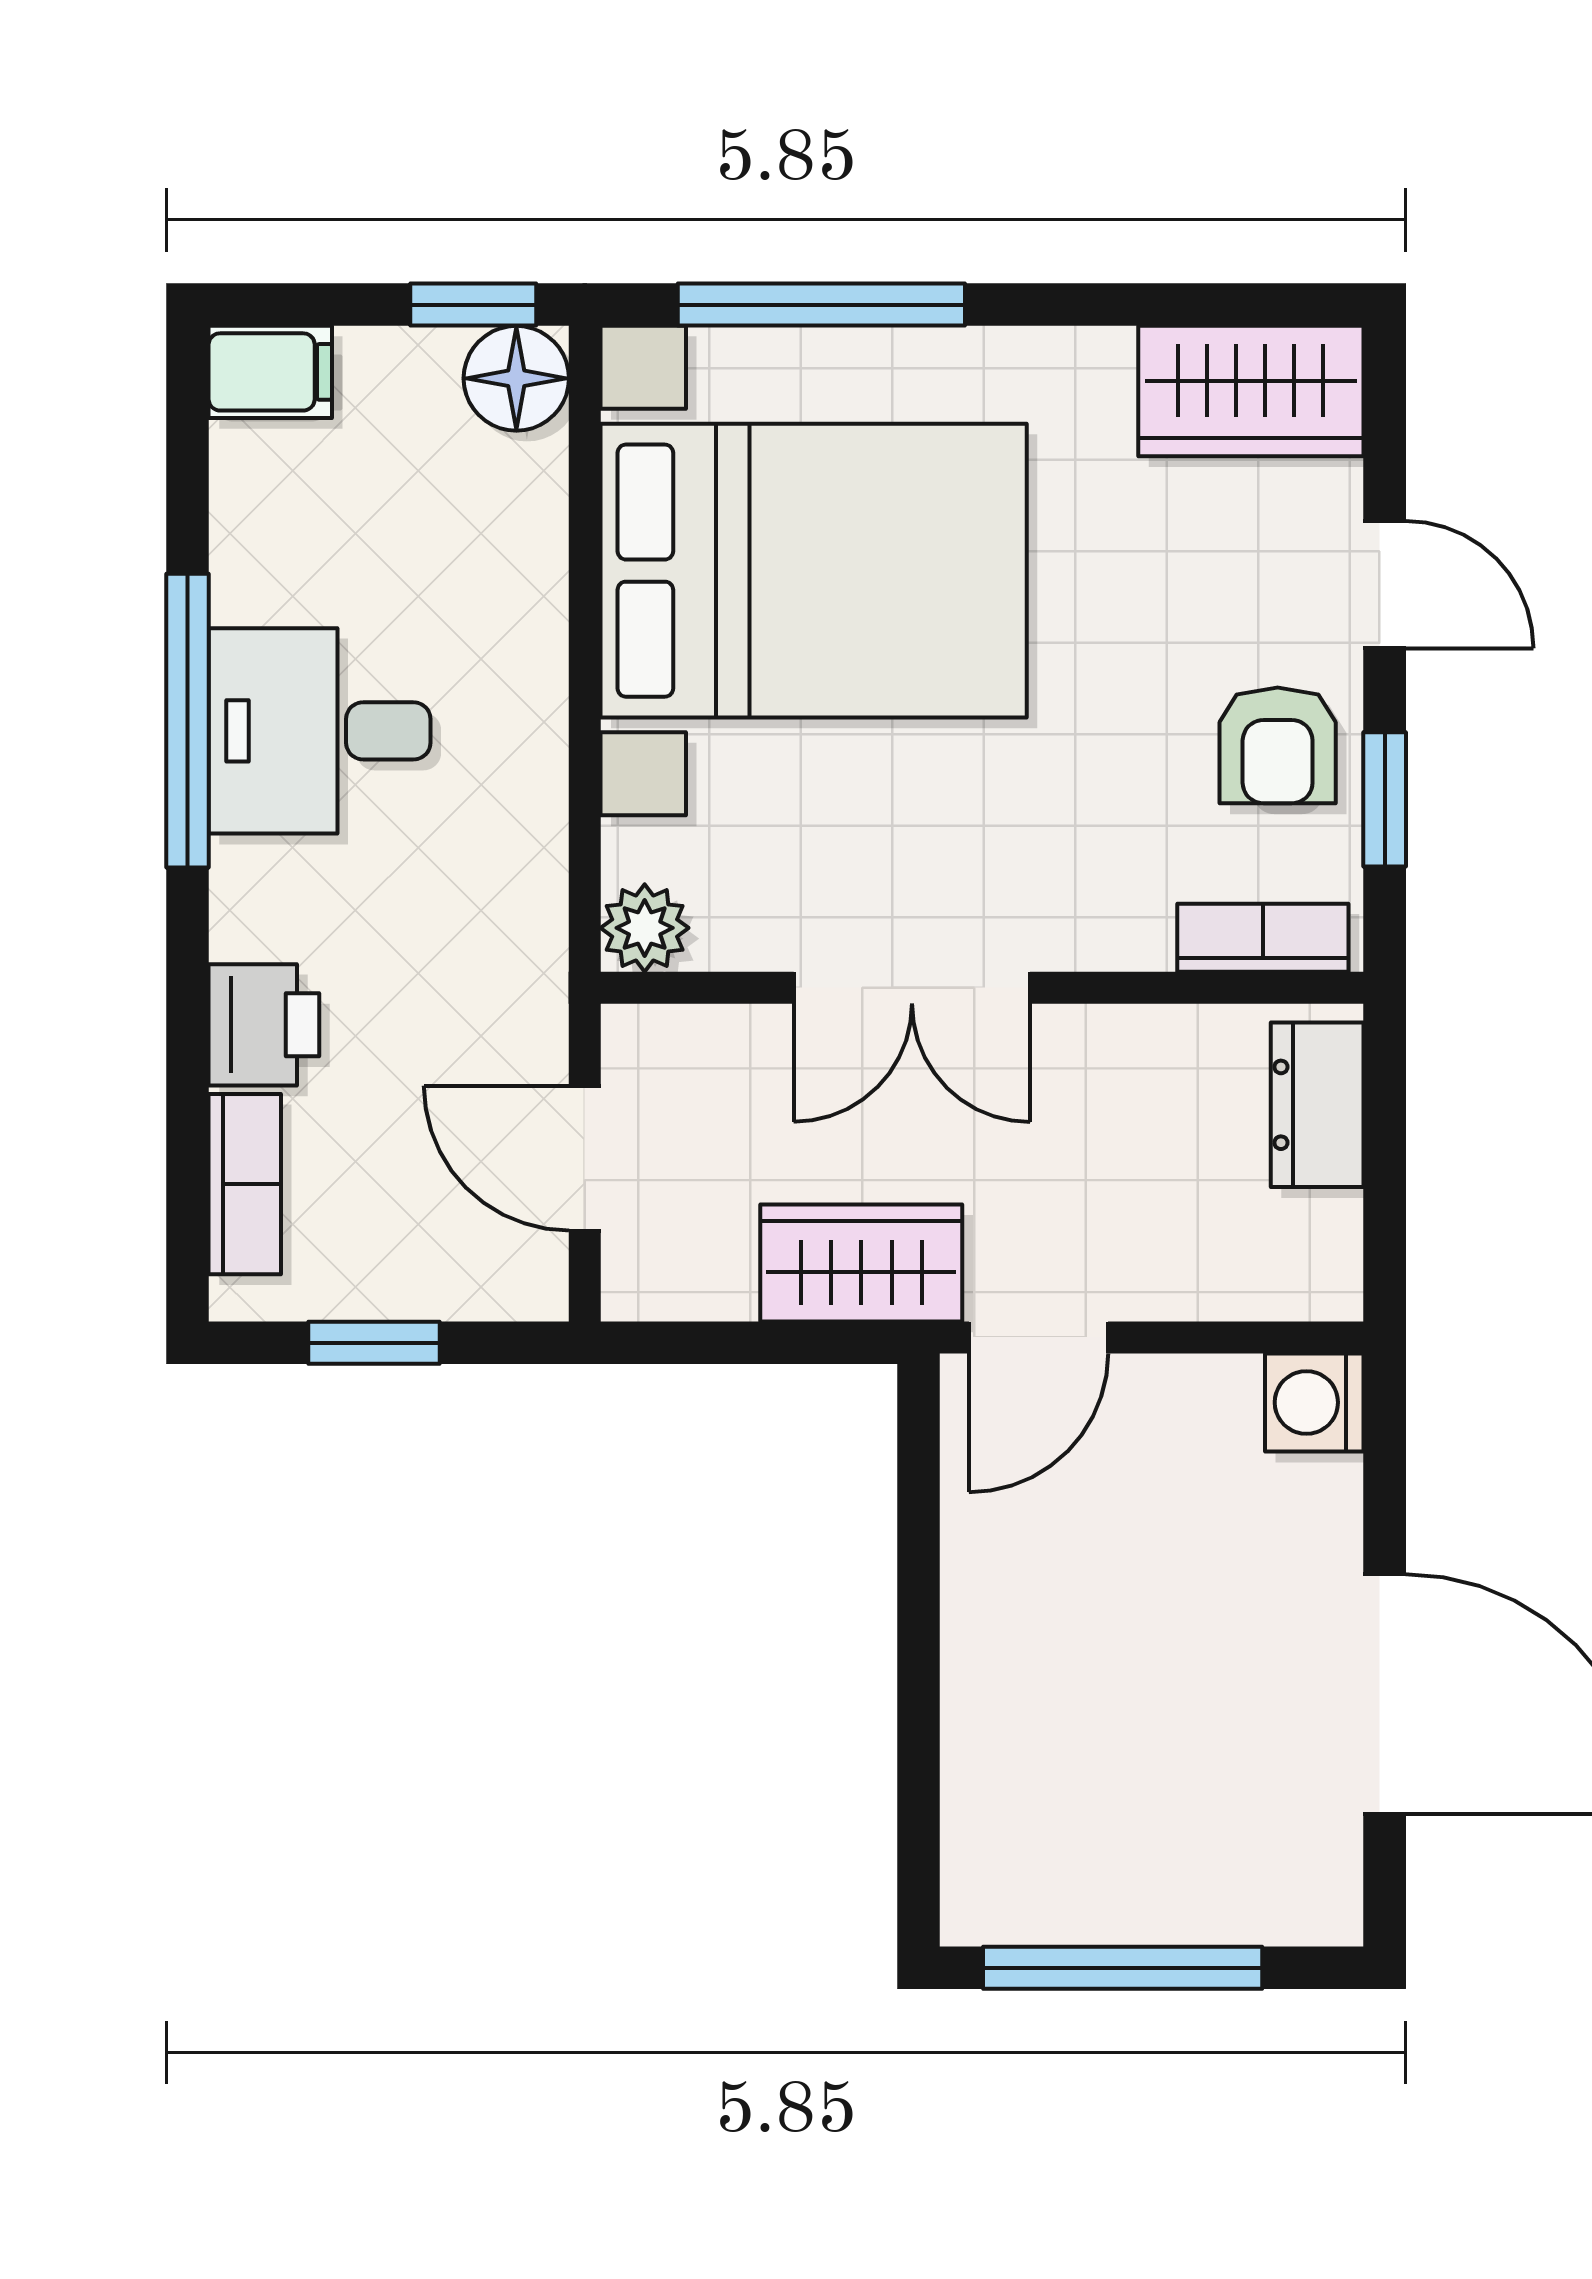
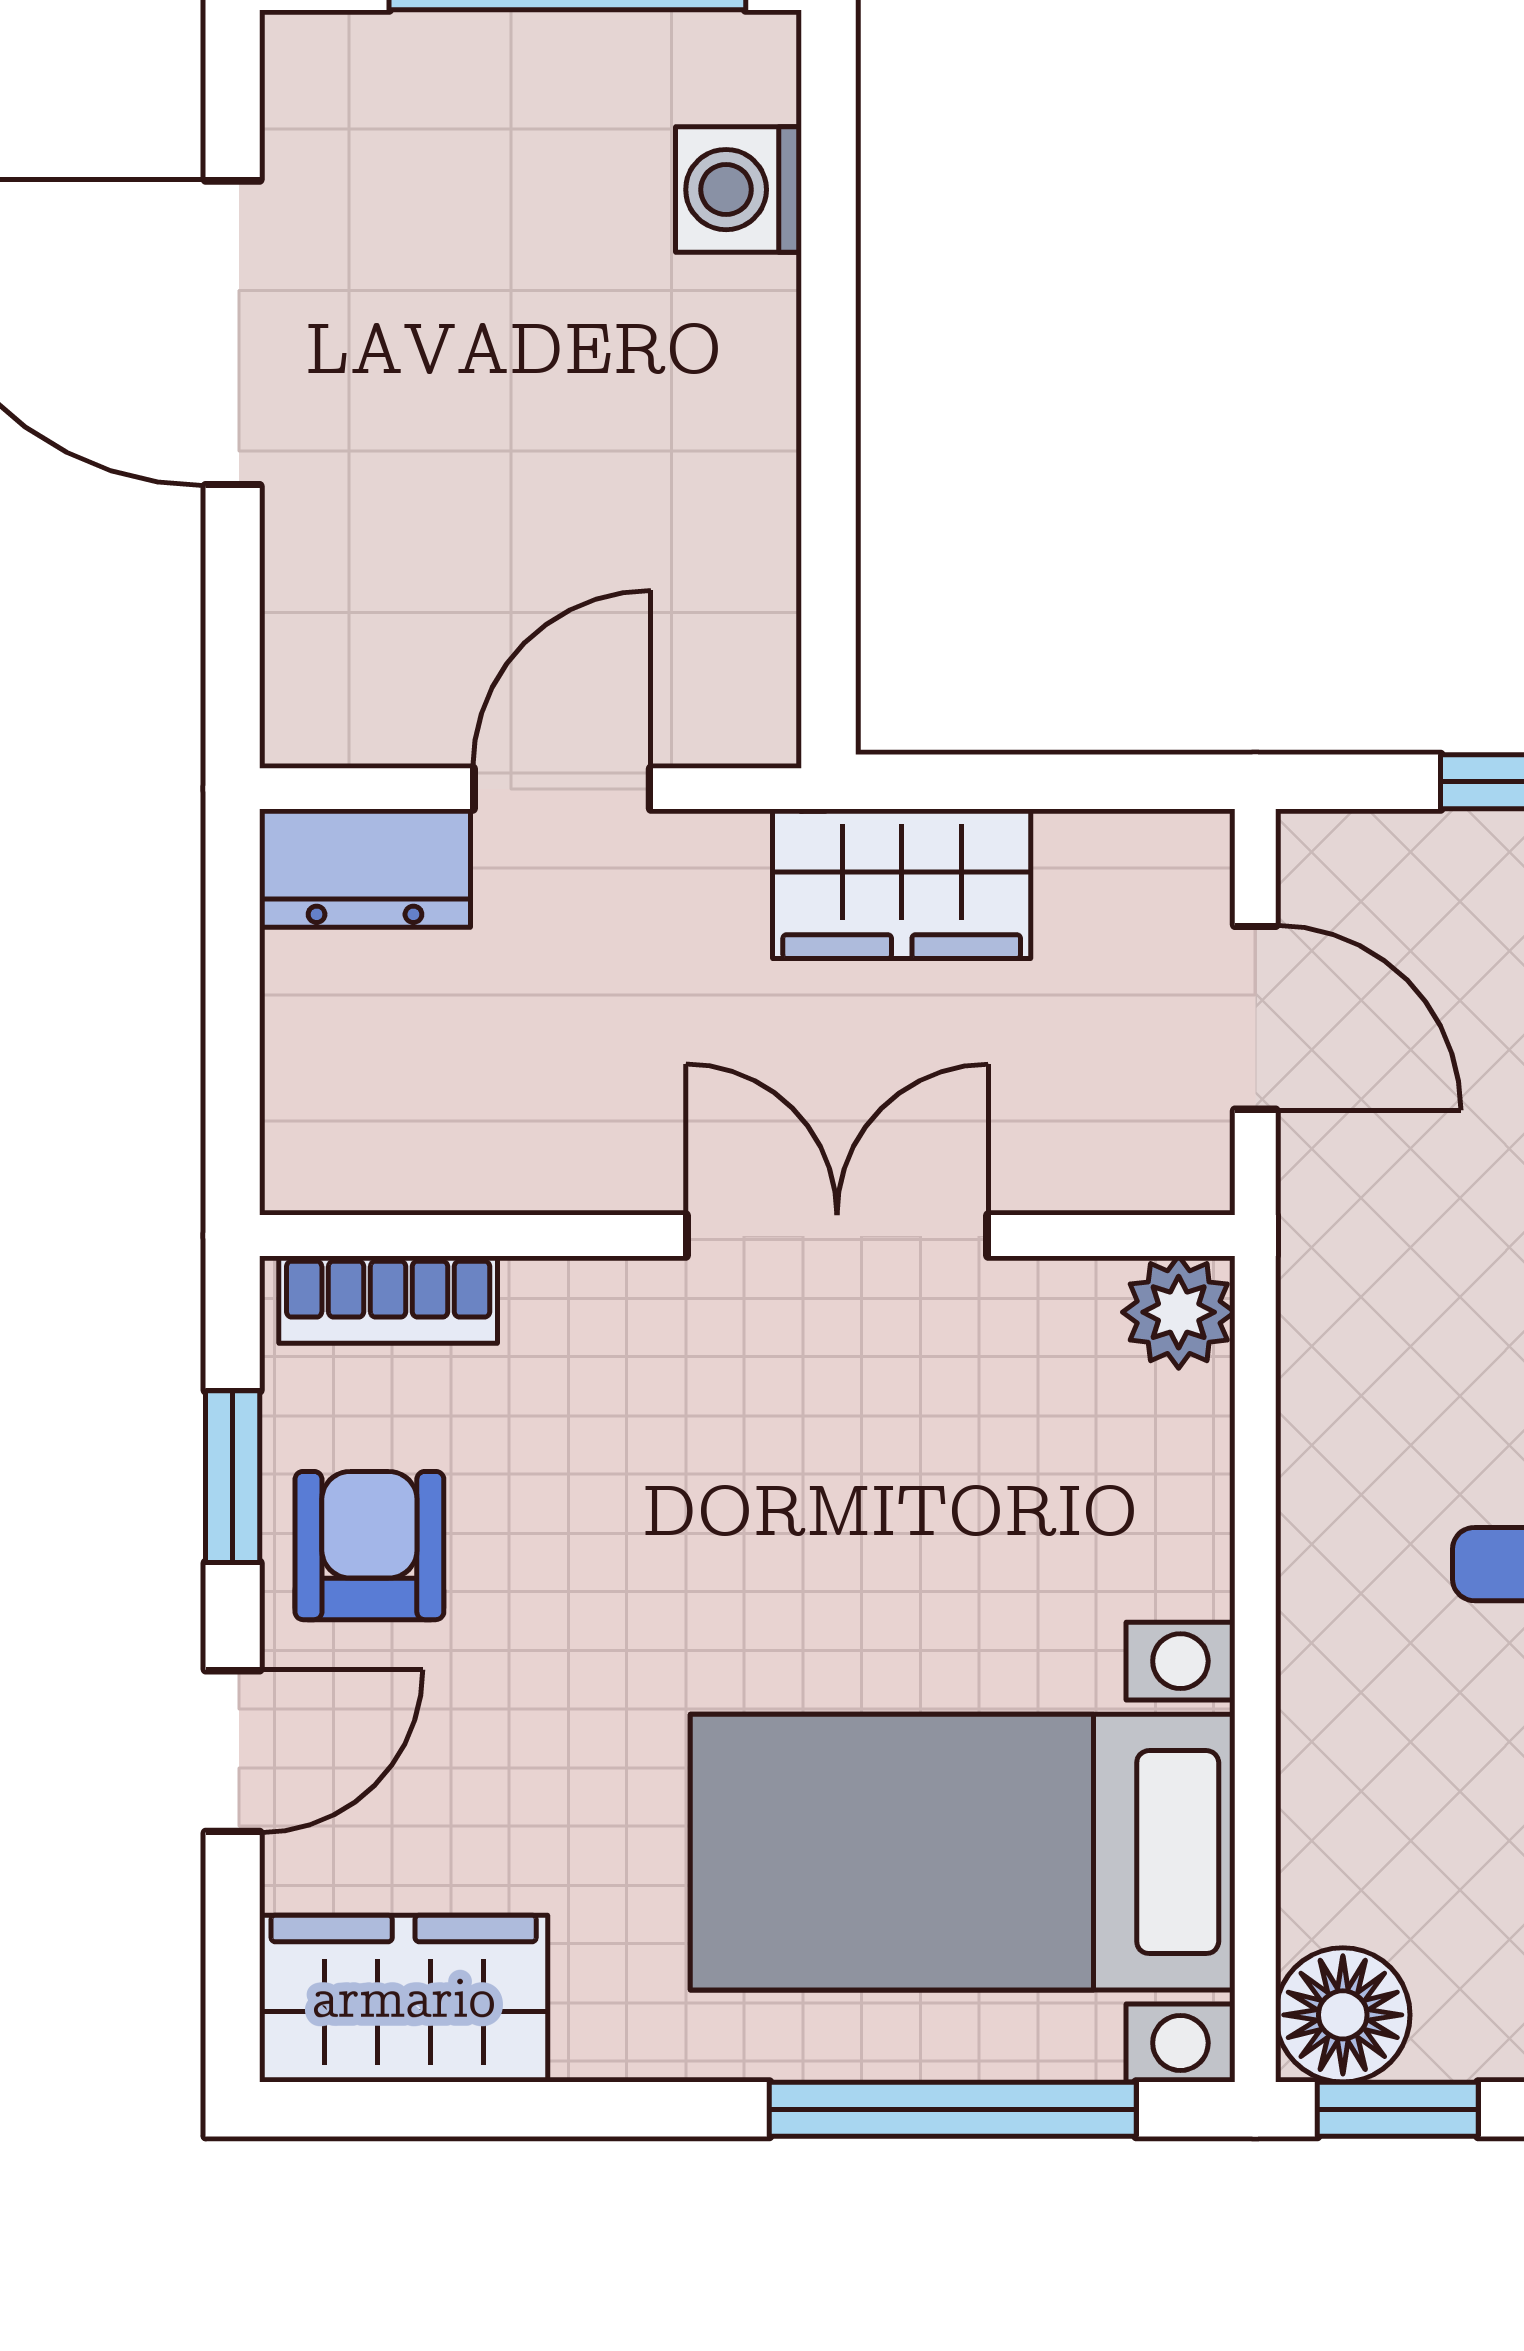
bed with nightstands: (814, 571) -> (963, 1852), width x0.73
door: (1385, 585) -> (233, 1751), swing flipped
dresser: (1317, 1105) -> (365, 868), moved, turned 90
door: (1038, 1337) -> (562, 789), moved
washing machine: (1314, 1402) -> (739, 190), moved, turned 180

